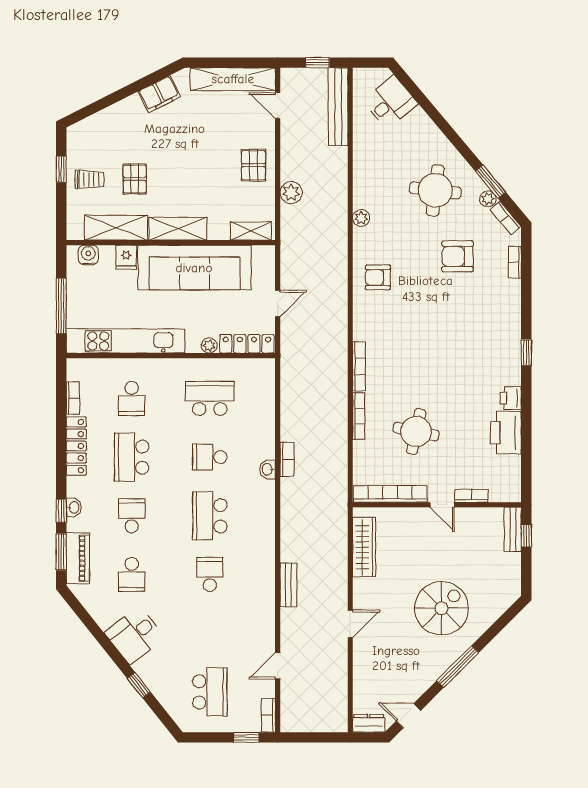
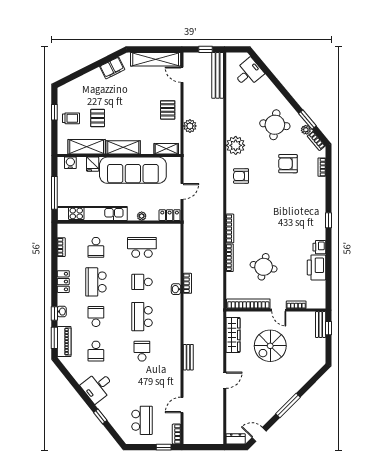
plant: (361, 218) -> (236, 145), width x1.88, depth x1.88
locker: (247, 344) -> (170, 215), width x0.66
locker: (76, 446) -> (63, 282), width x0.66
spiral stairs: (442, 608) -> (270, 346), moved, turned 180

